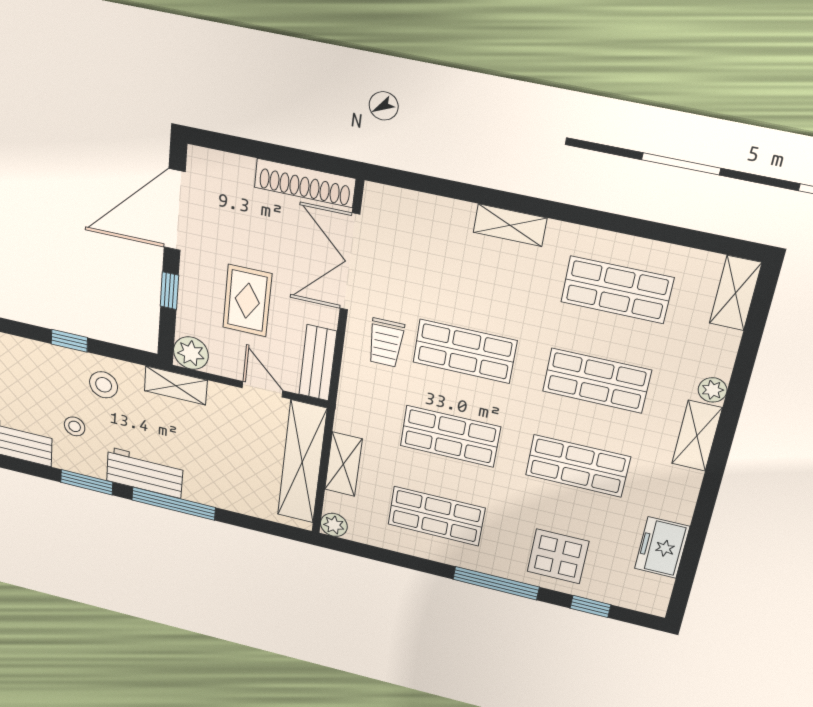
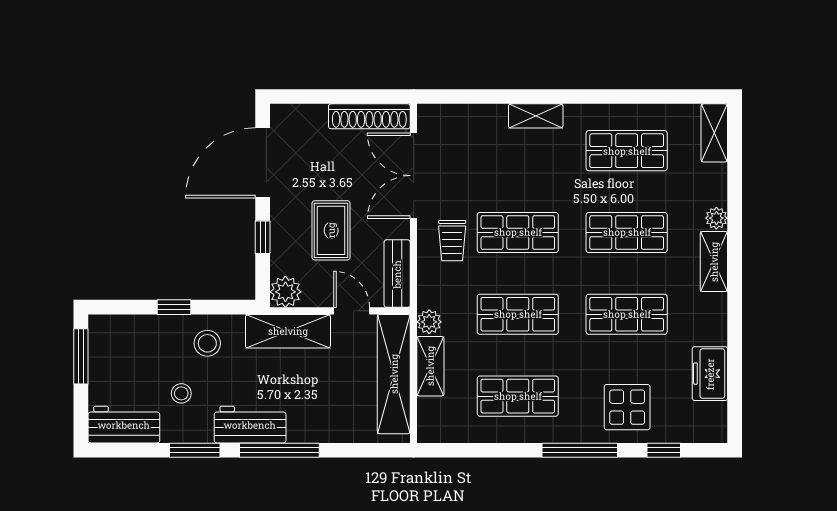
shelving: (176, 386) -> (288, 331), width x1.50, depth x1.33
plant: (334, 525) -> (429, 322), moved

